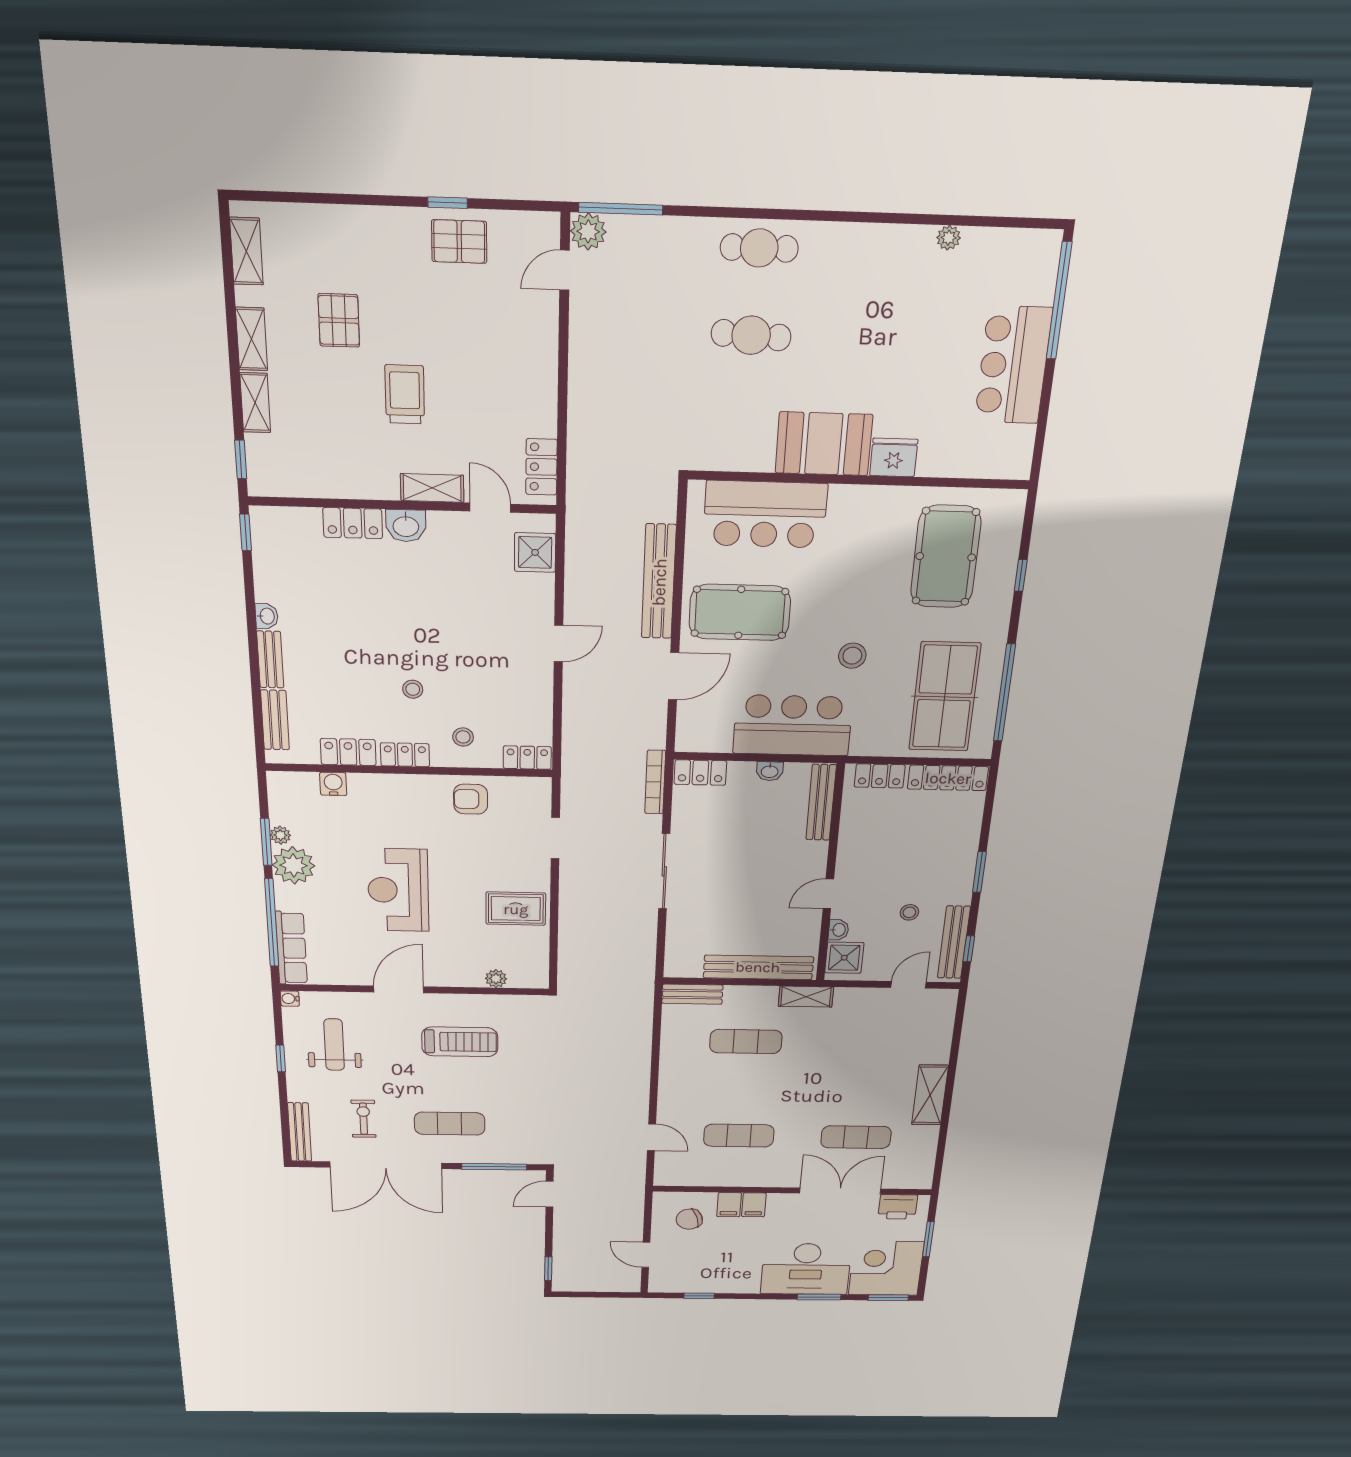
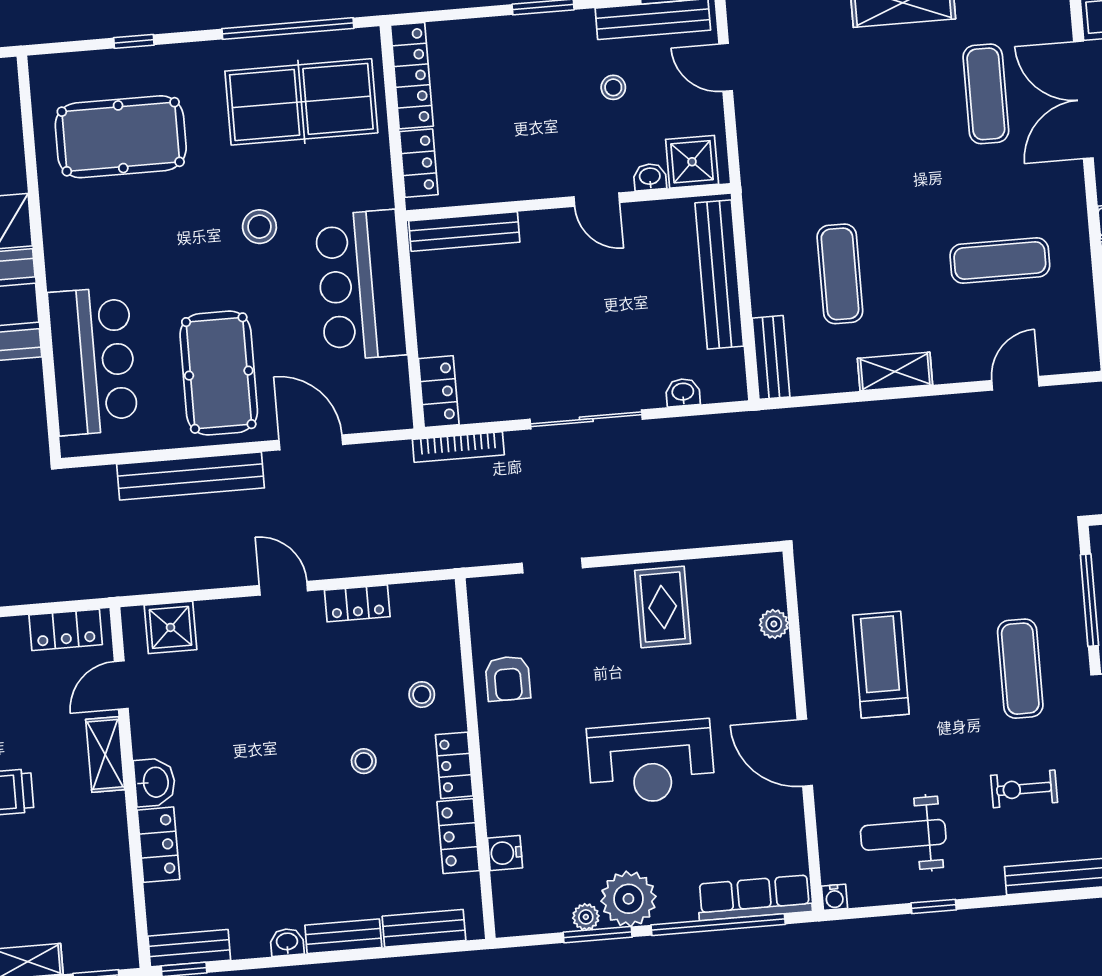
bench: (264, 539) -> (189, 948), added
locker: (527, 758) -> (357, 603), moved, turned -90
washbasin: (770, 771) -> (683, 392), moved, turned -90
shelving: (806, 997) -> (895, 372), moved, turned 90
exercise mat: (739, 1136) -> (1000, 260), turned 90

